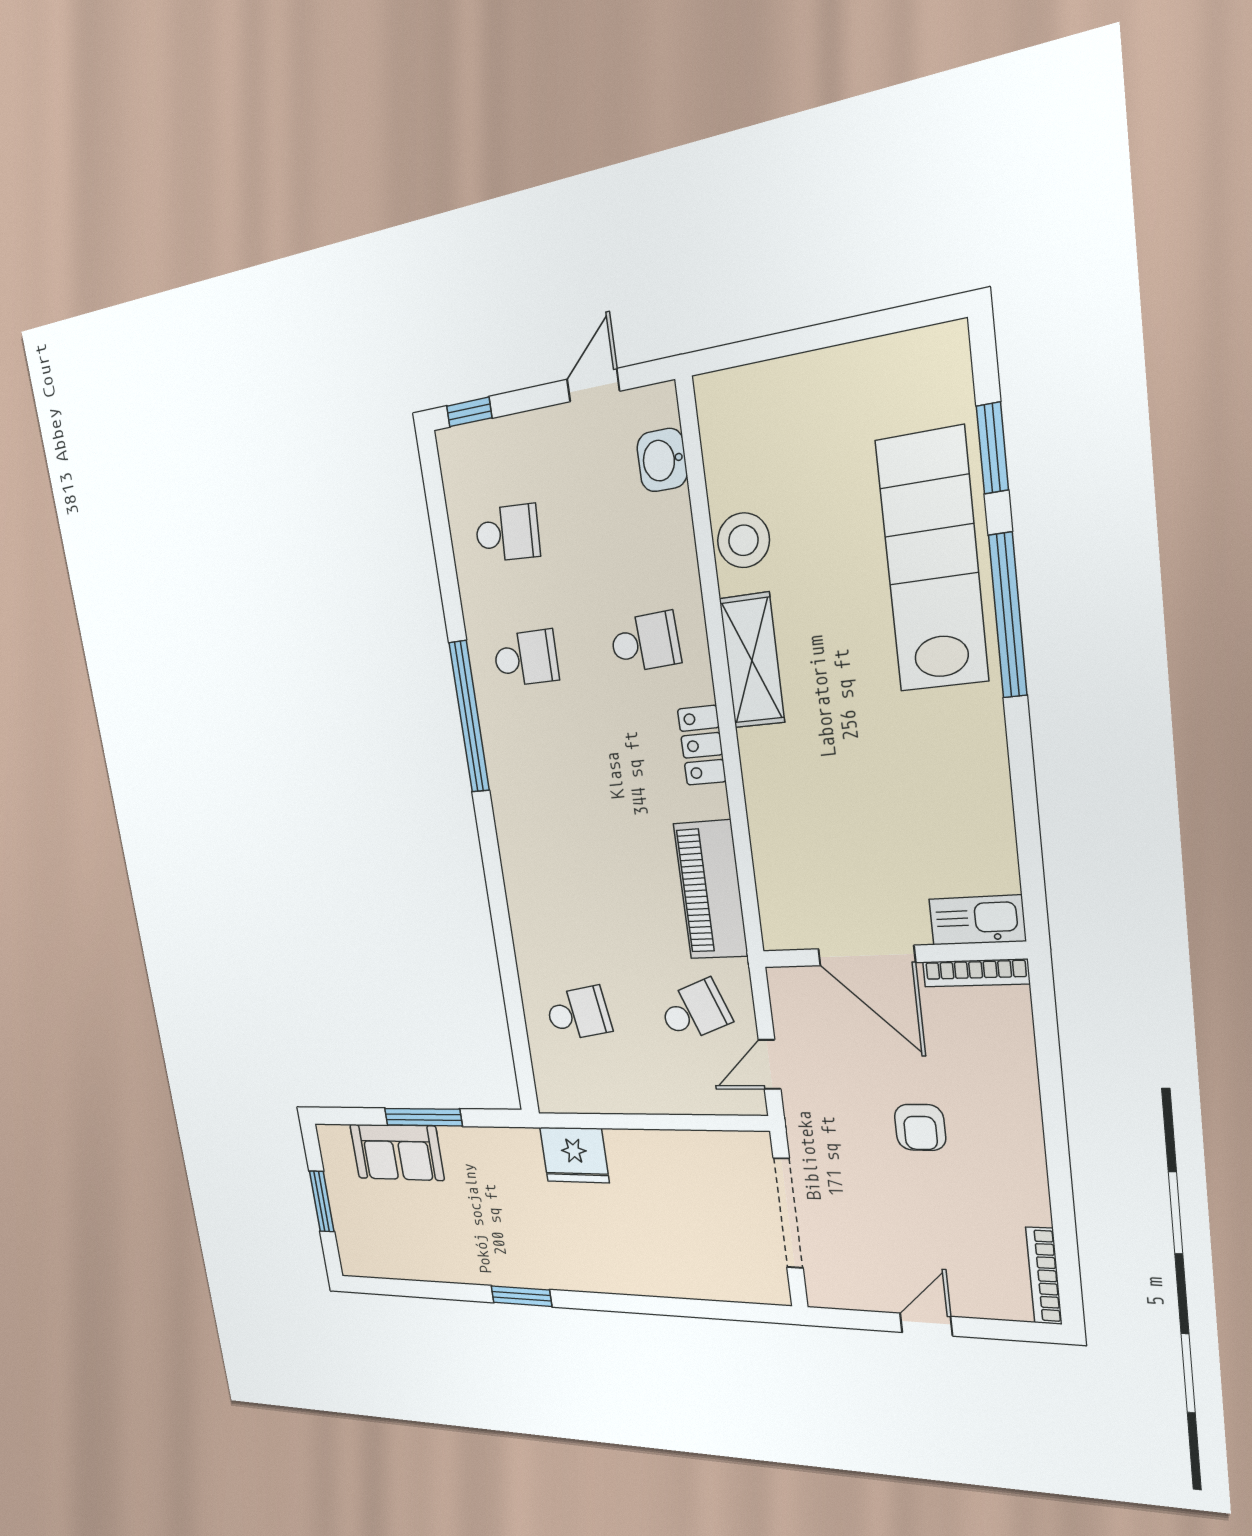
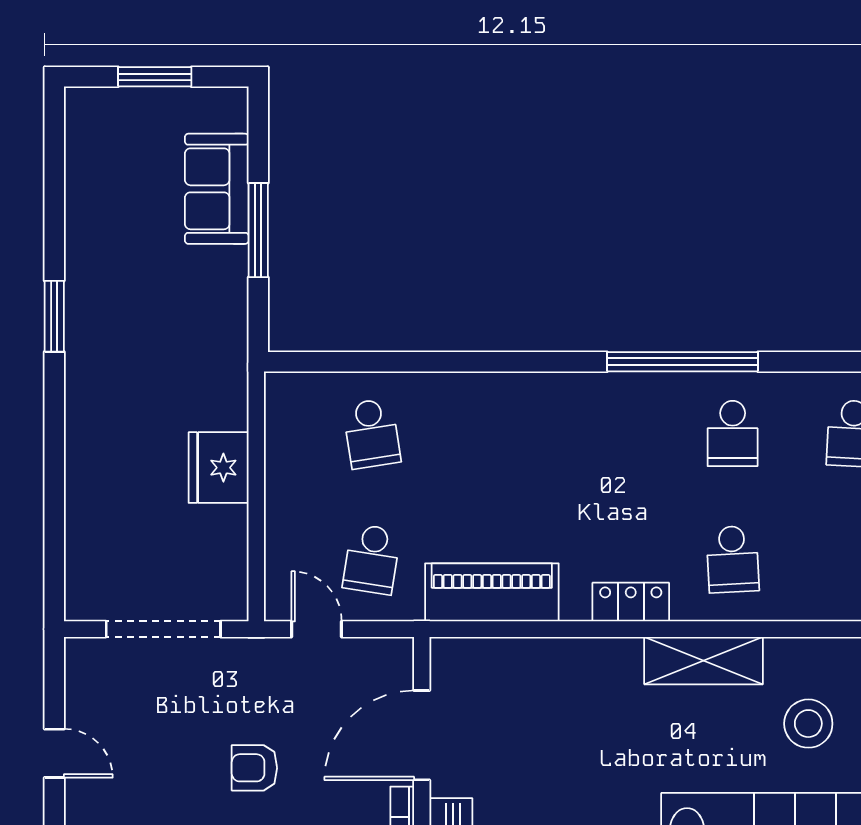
stool: (743, 540) -> (808, 724), moved
school desk: (694, 1011) -> (372, 559), turned 30
fridge: (574, 1155) -> (219, 468), moved

